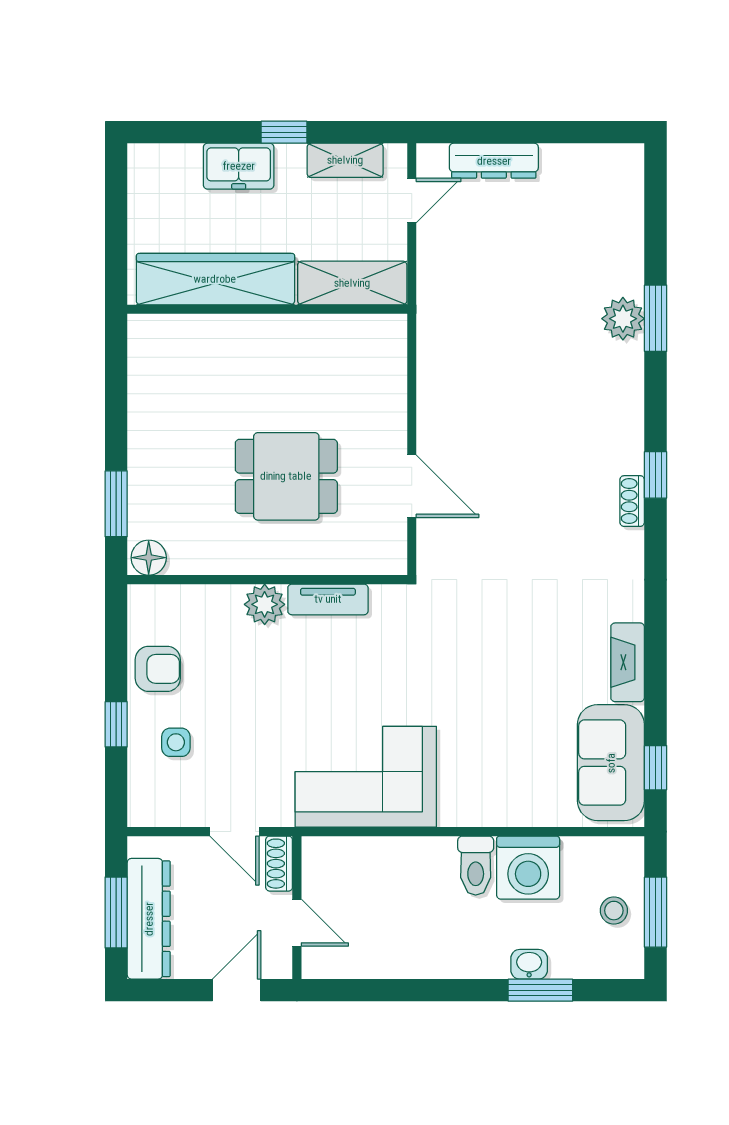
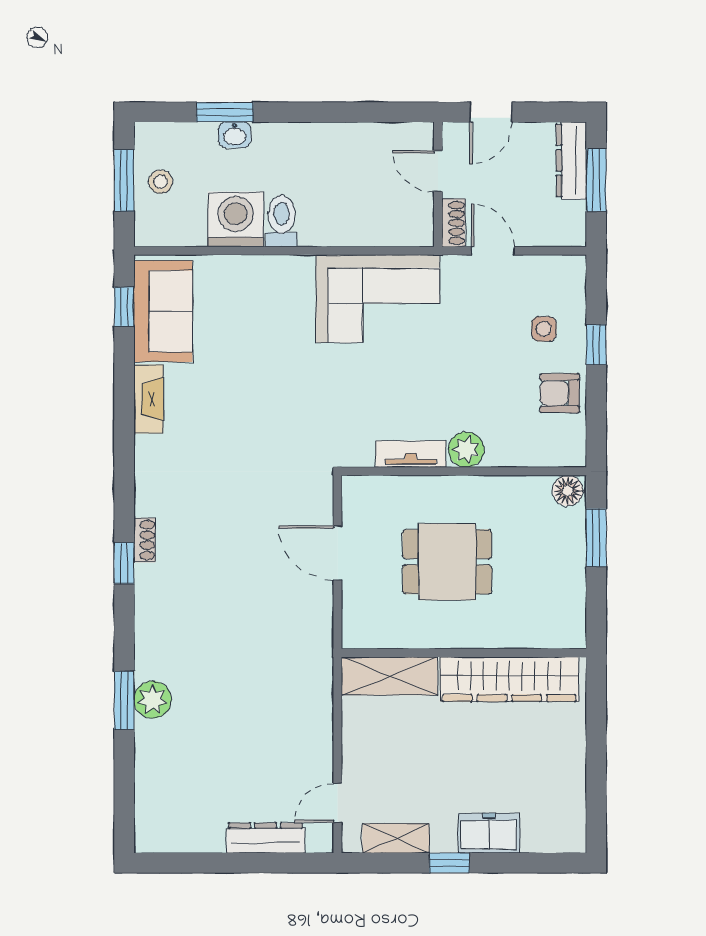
wardrobe: (215, 279) -> (509, 679), moved
shelving: (352, 283) -> (389, 676), moved
wall: (267, 309) -> (464, 653), moved
dresser: (149, 919) -> (571, 160), width x0.73, depth x0.80

